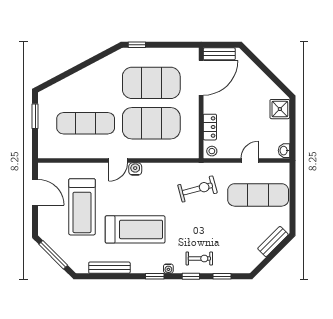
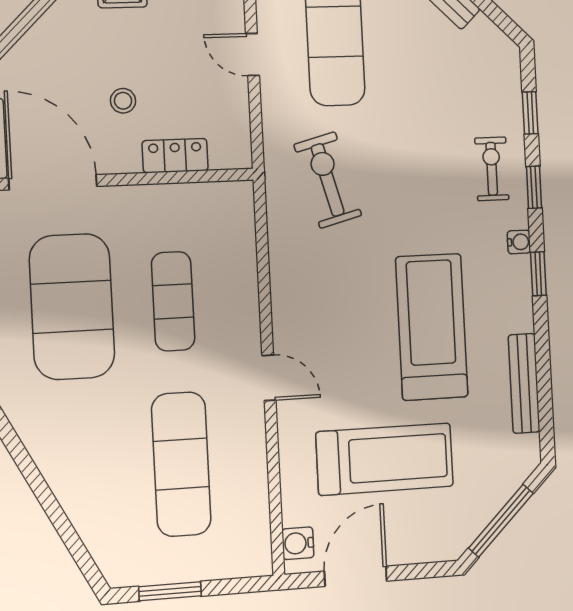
exercise mat: (151, 123) -> (173, 301), width x0.50, depth x0.69
stool: (212, 151) -> (123, 101), moved
water cooler: (135, 169) -> (298, 543), moved

